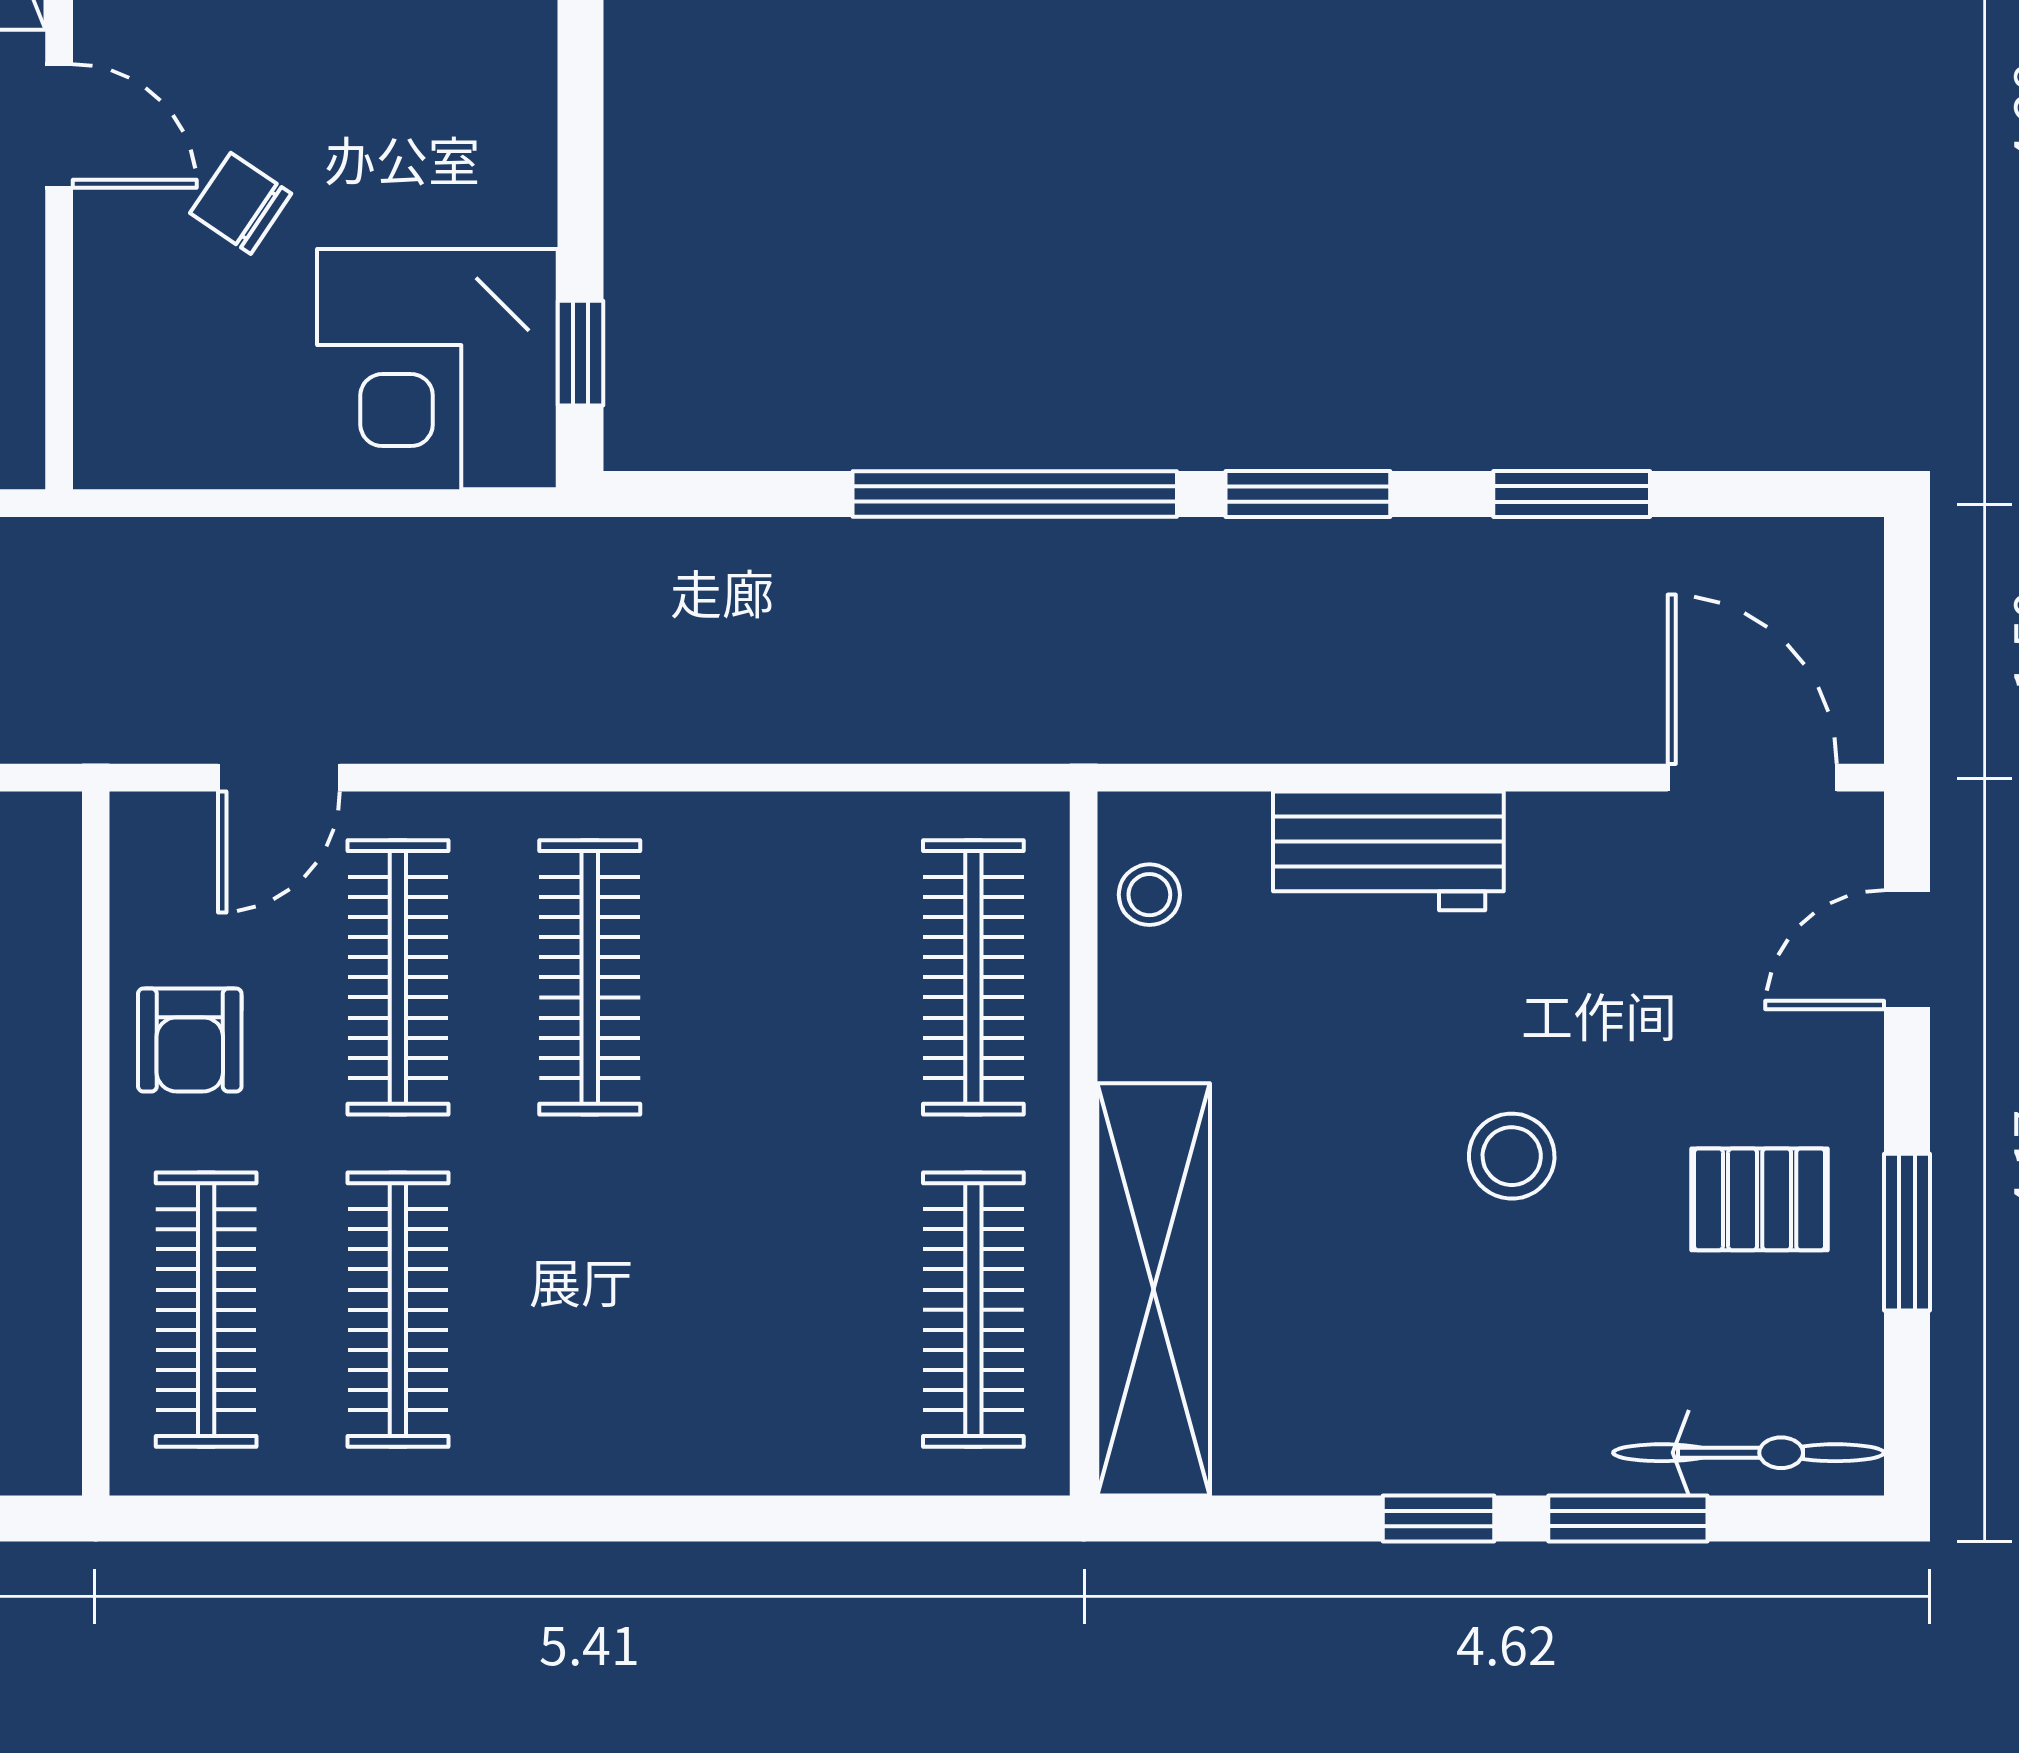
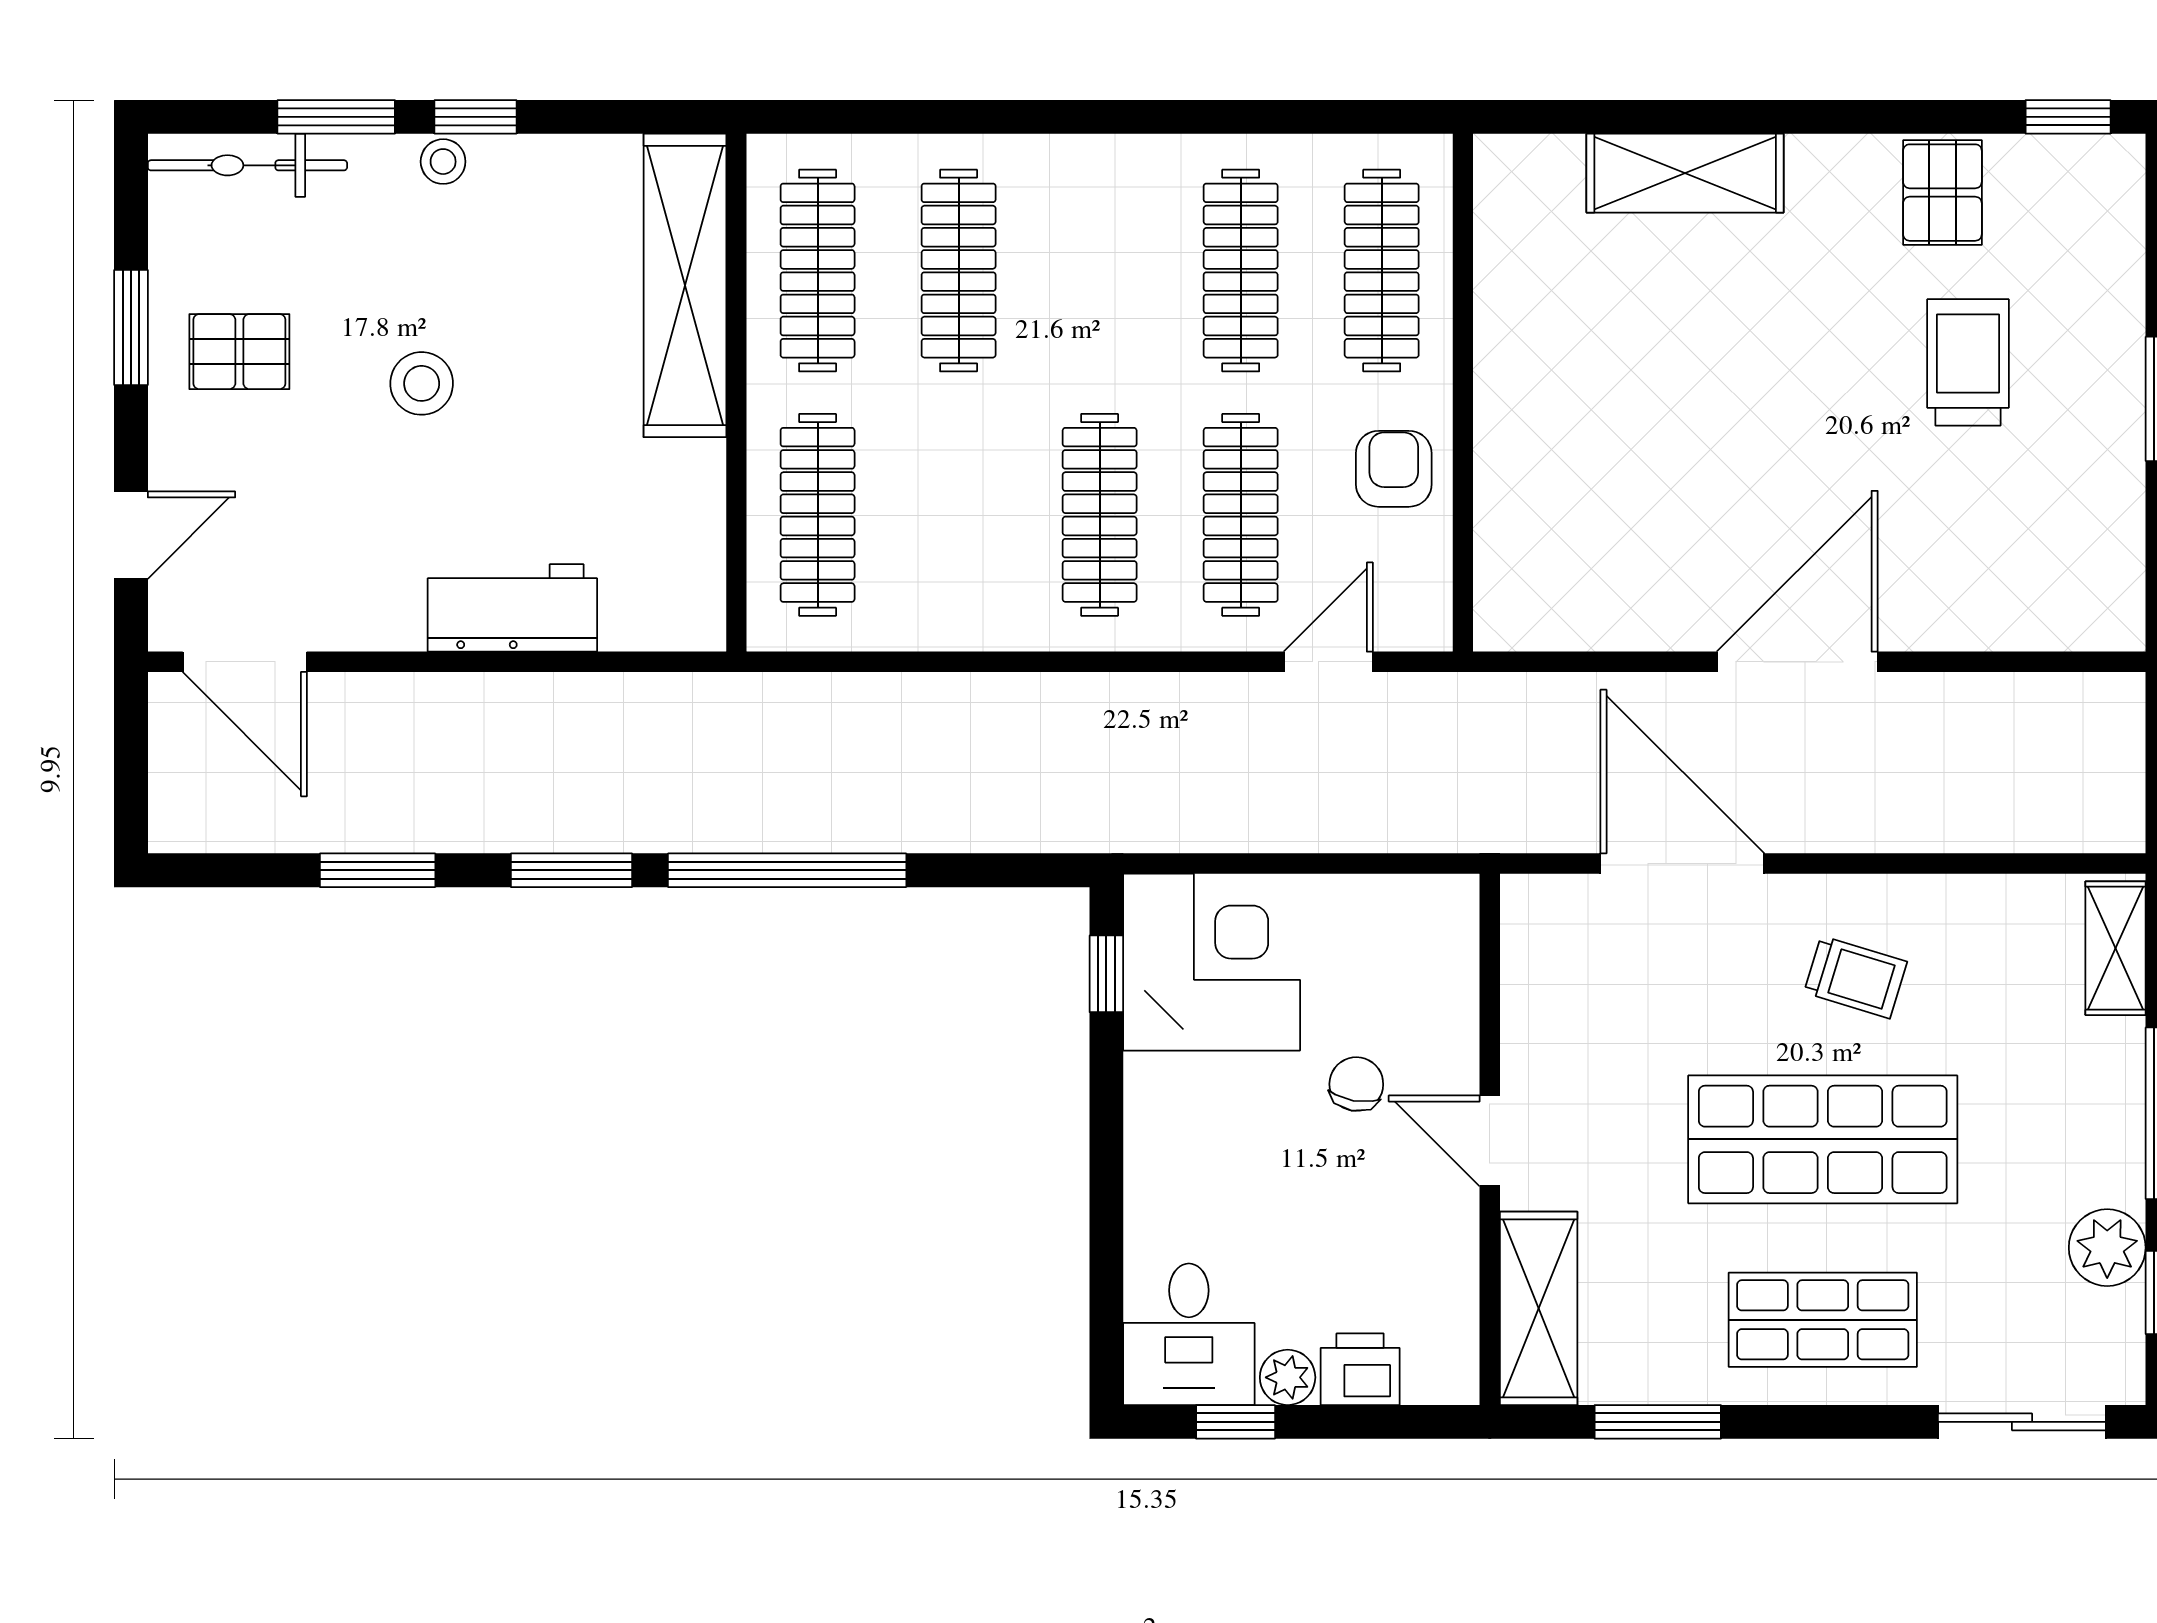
chair: (241, 203) -> (1356, 1084), turned -114
stool: (1149, 895) -> (443, 162), moved
clothes rail: (782, 1310) -> (959, 271), added

